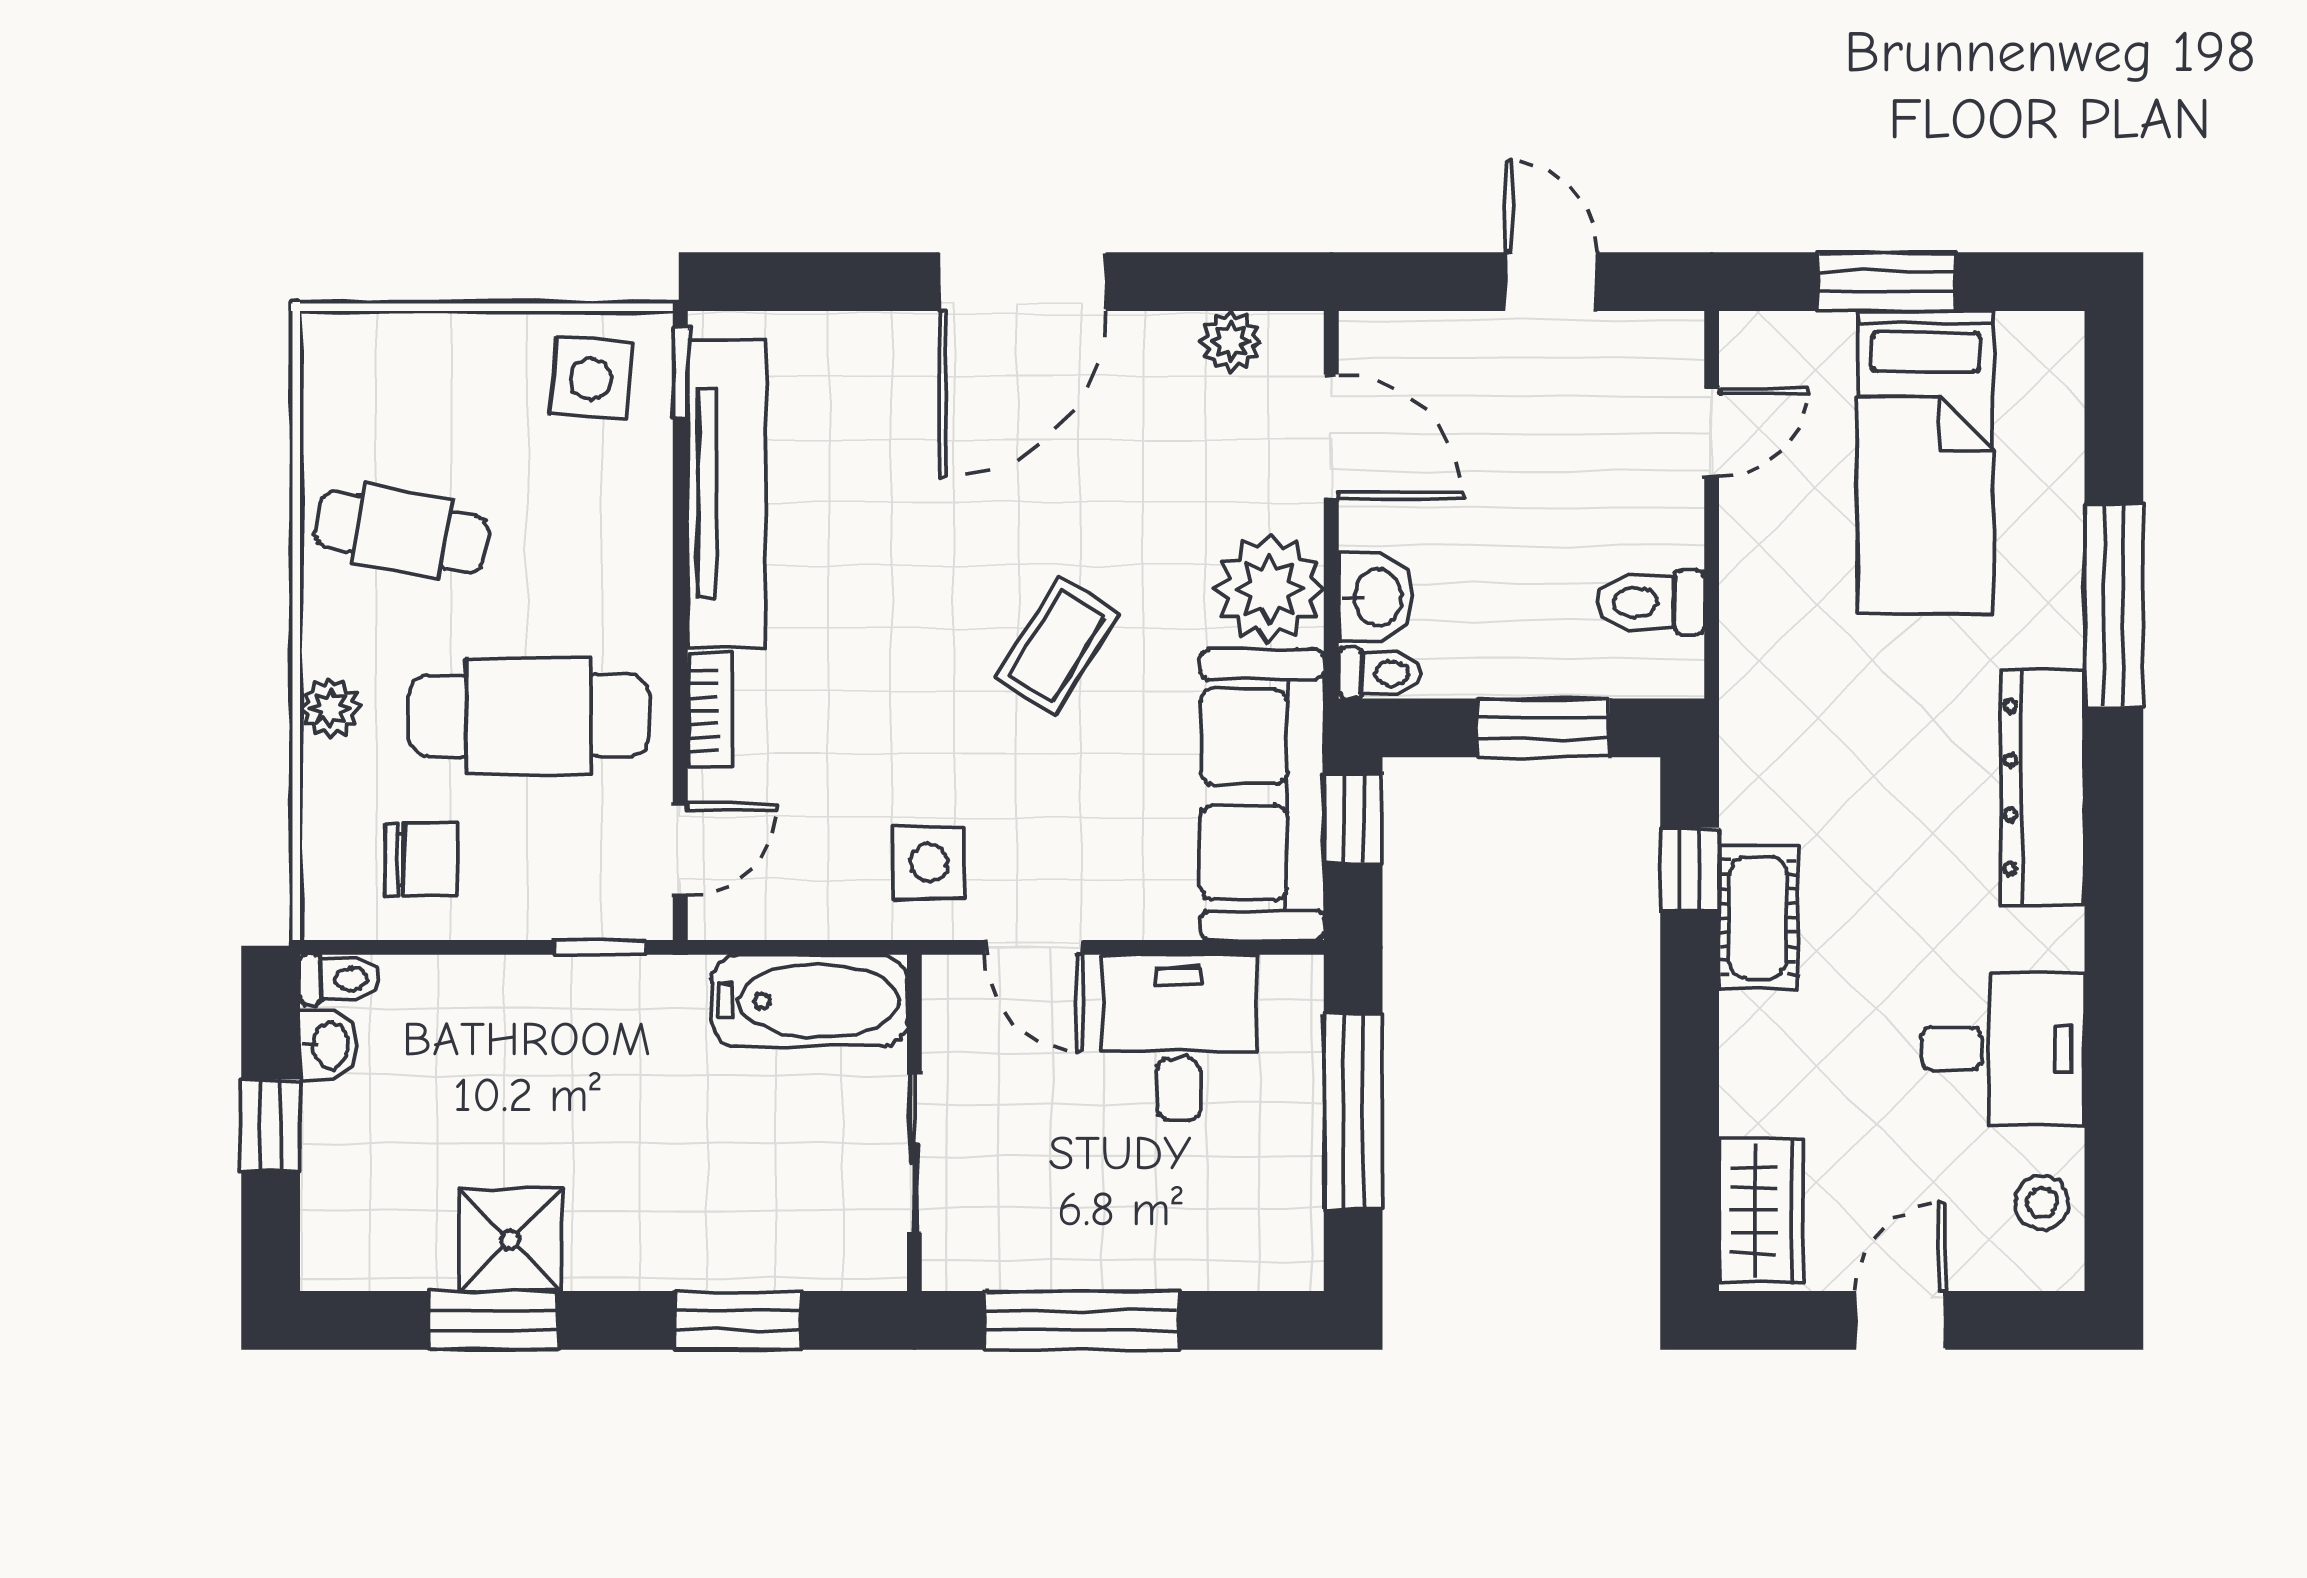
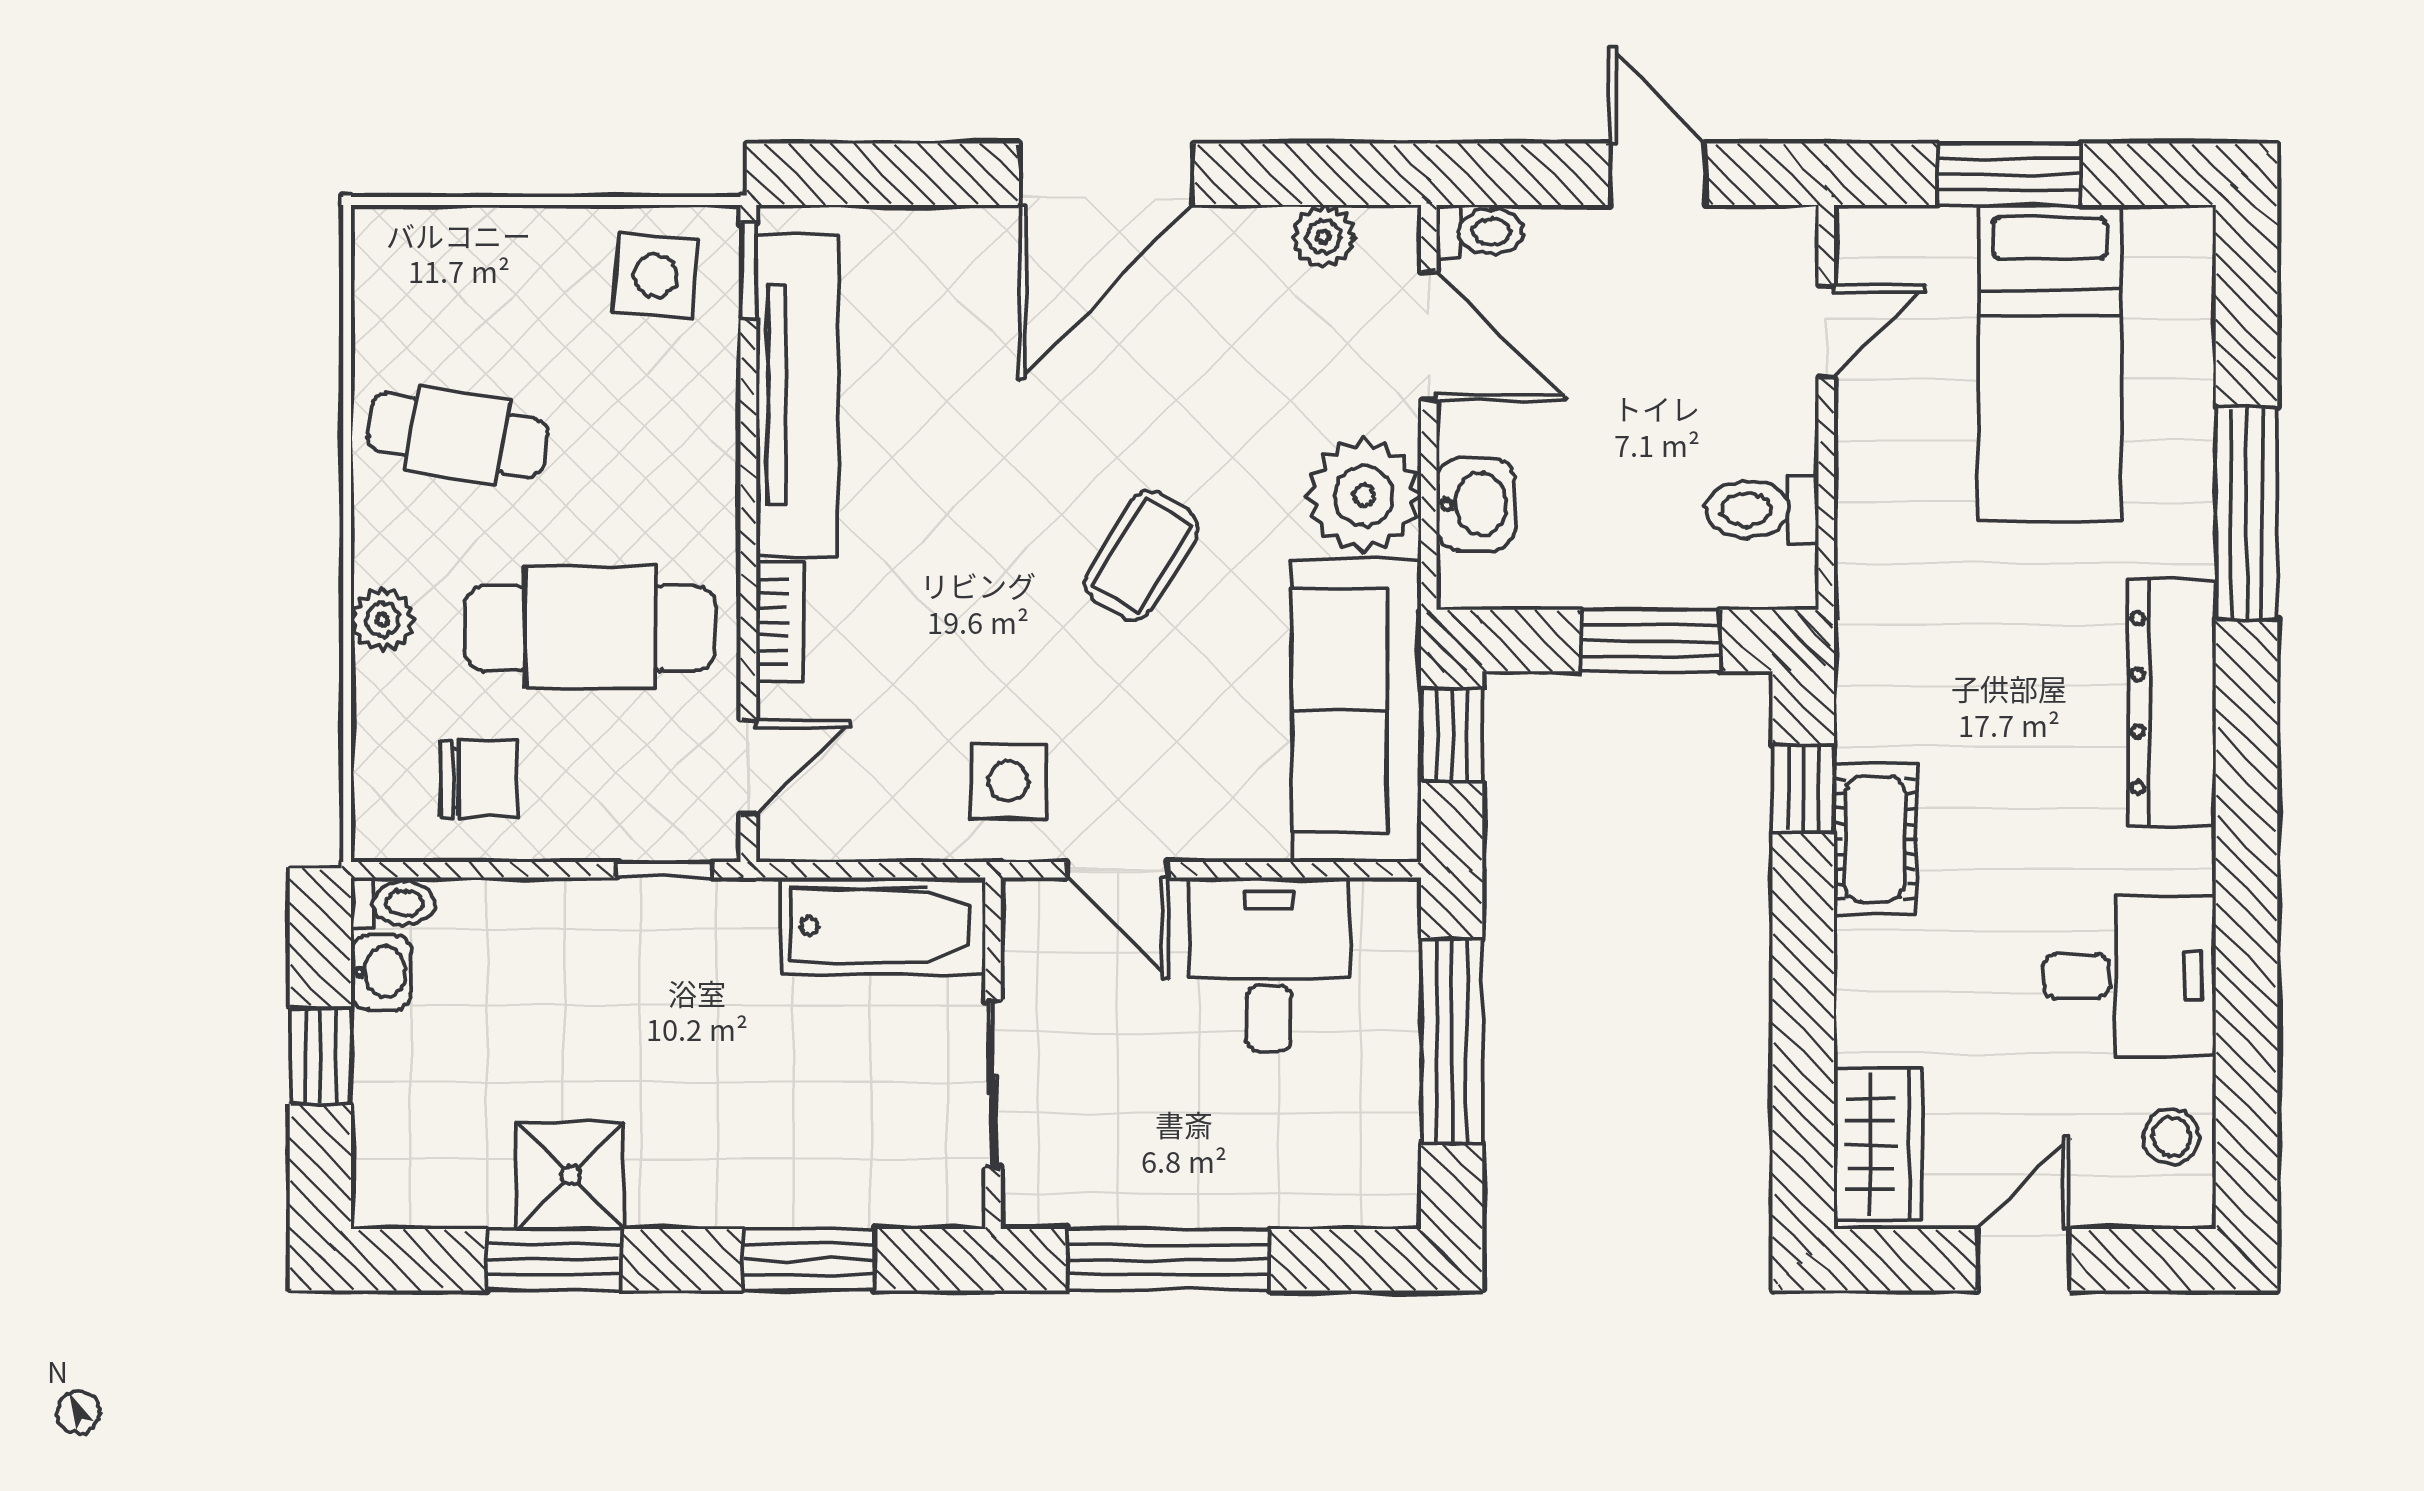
toilet: (1380, 673) -> (1480, 231), moved

